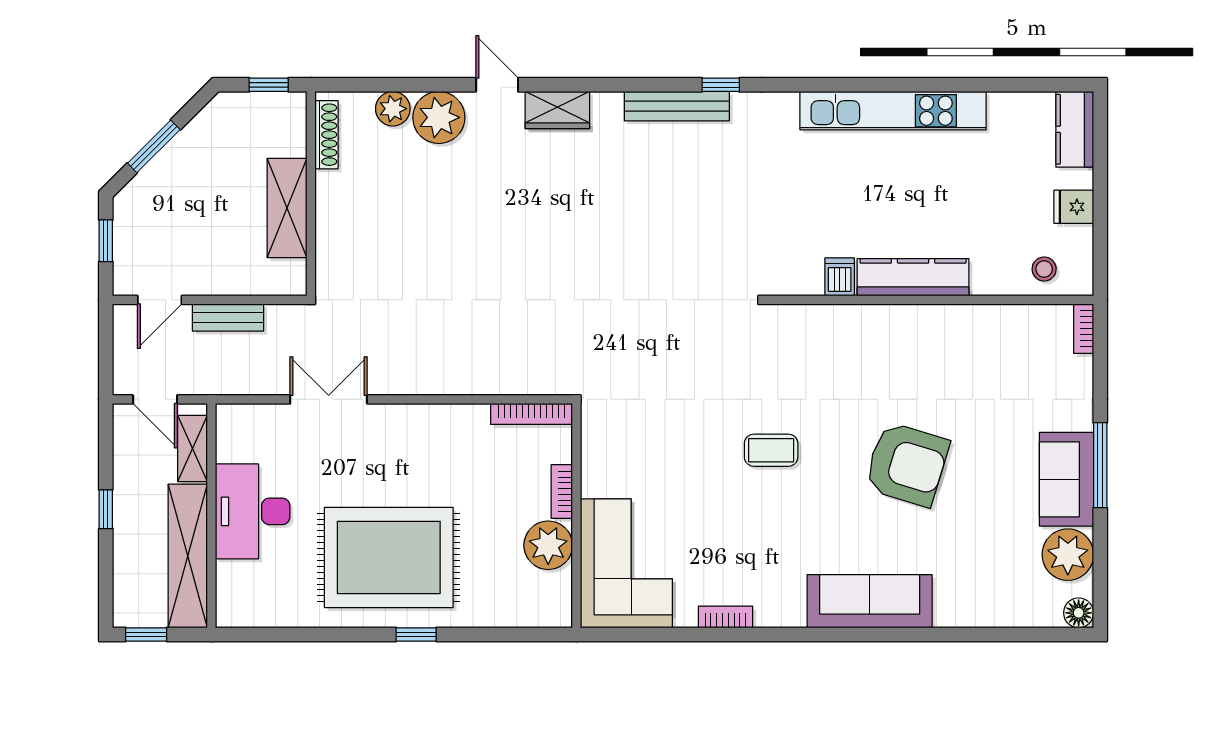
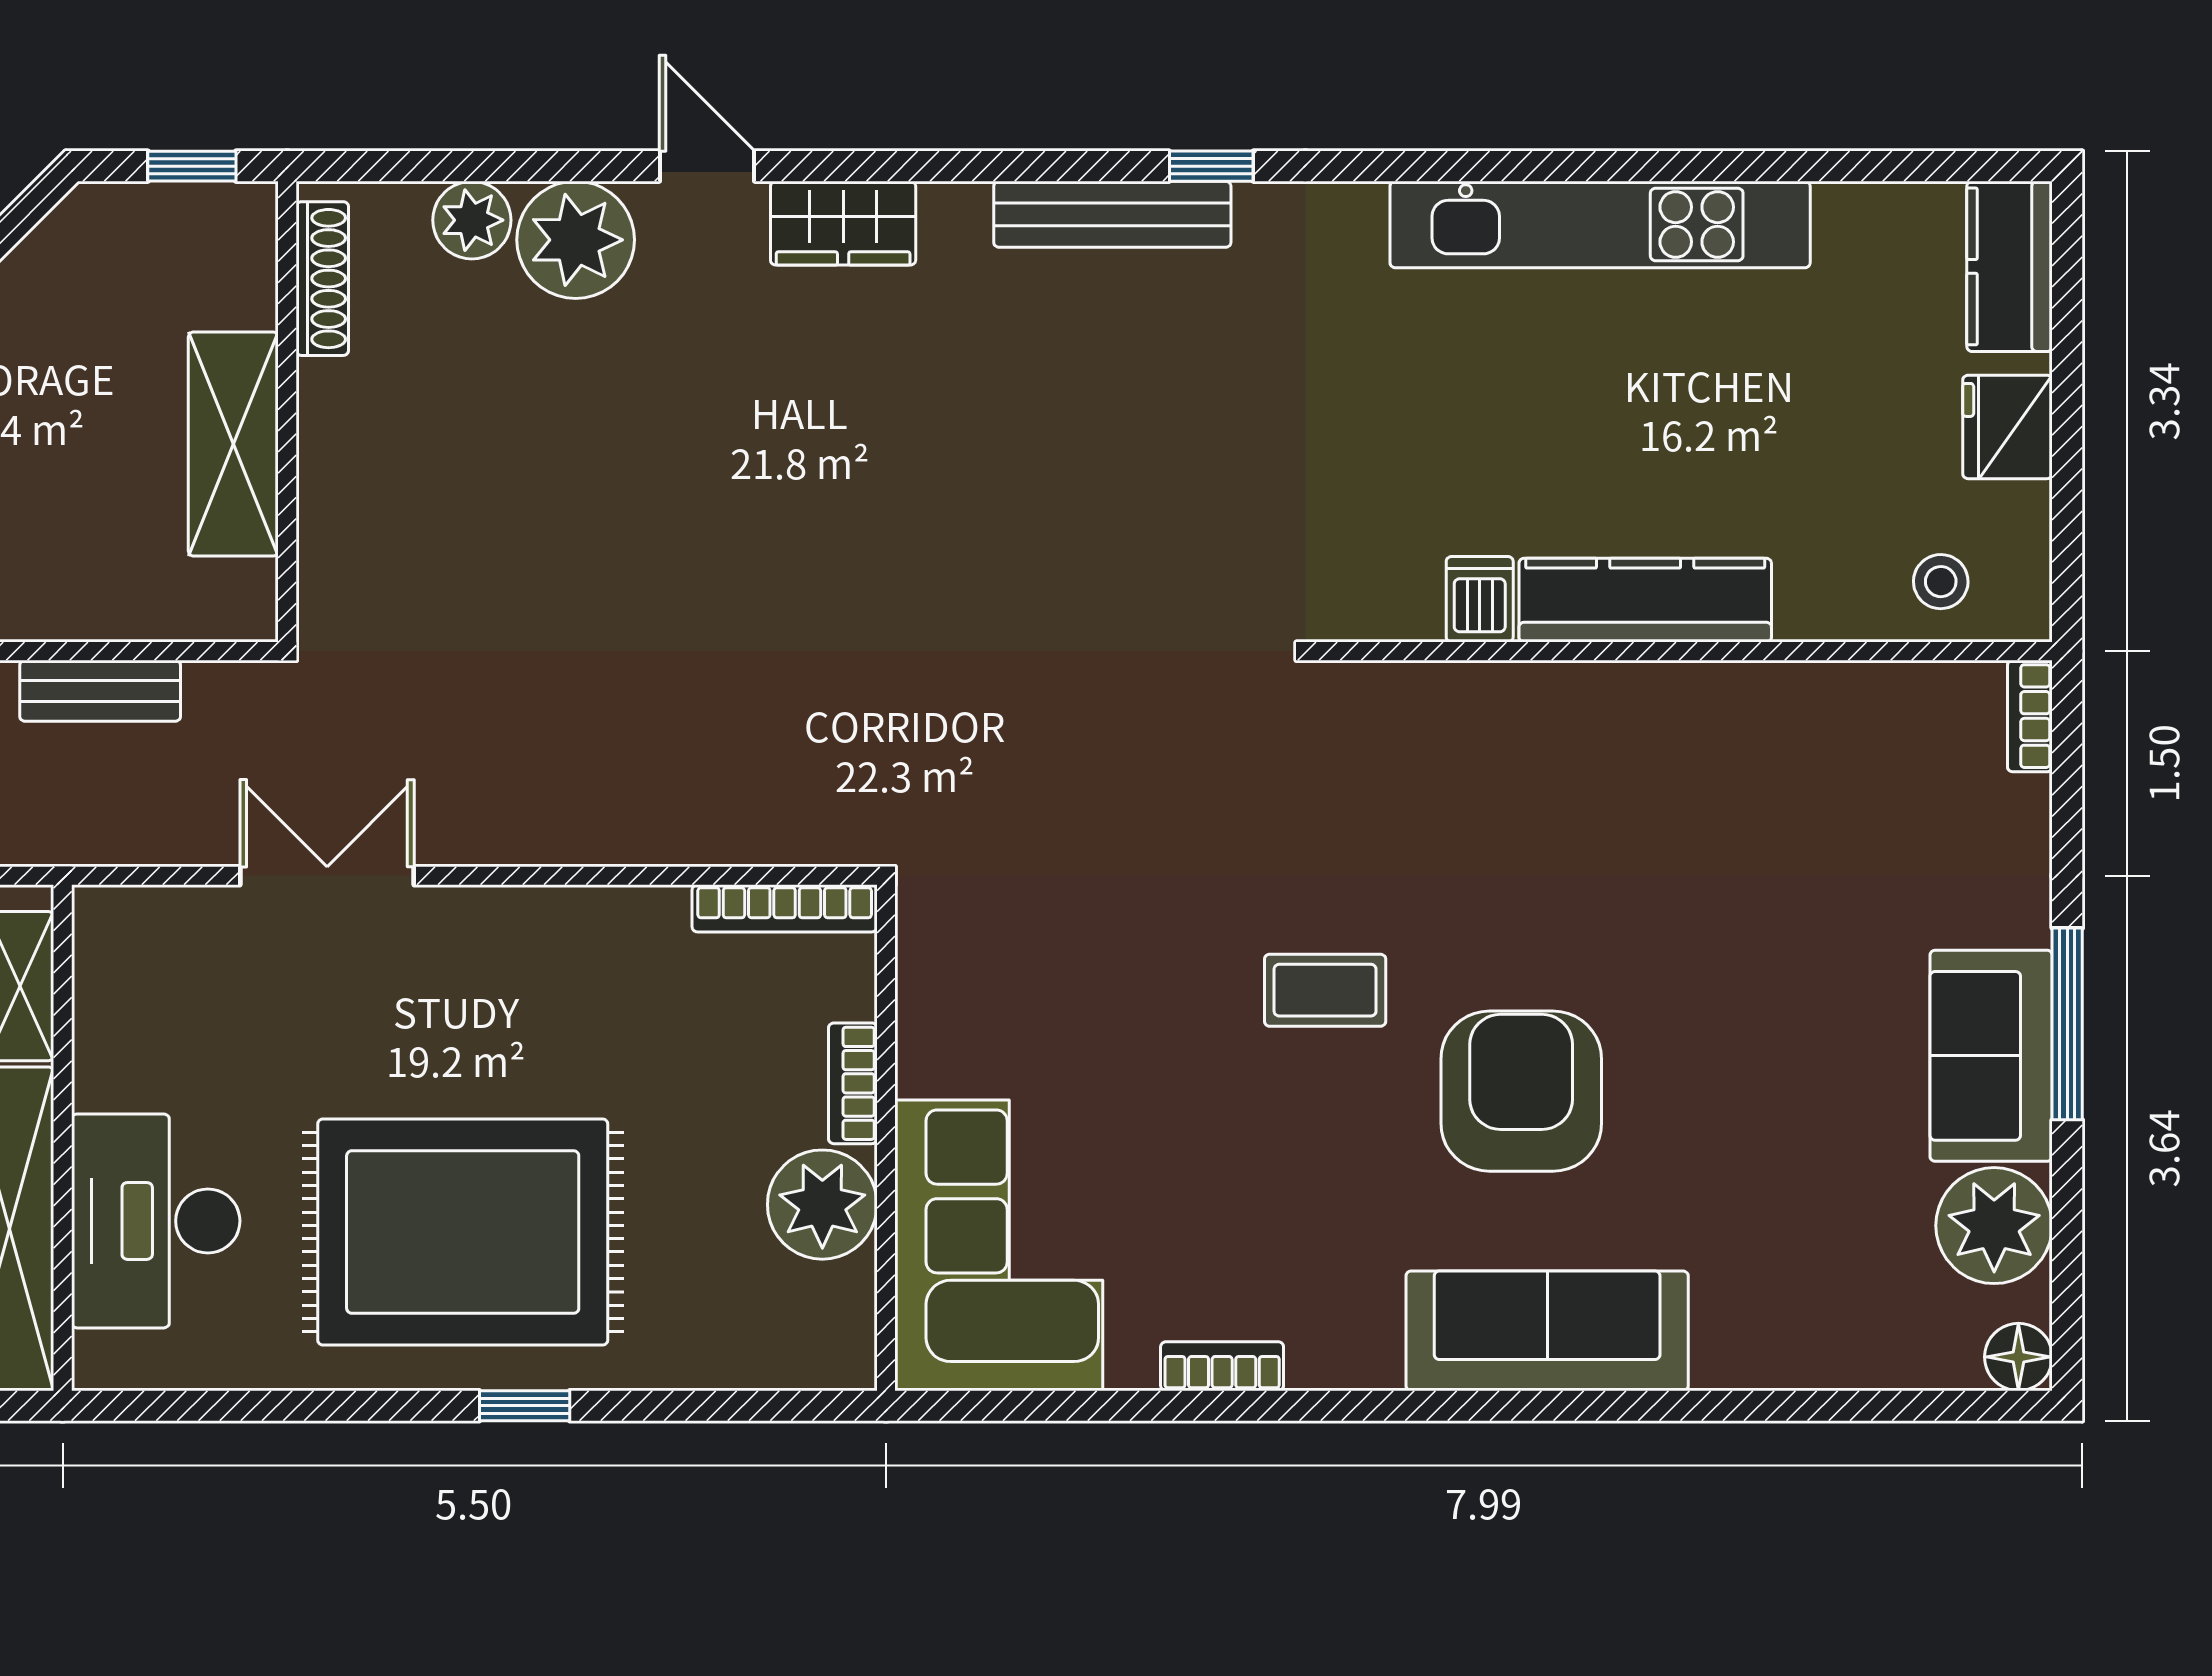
fridge: (1074, 207) -> (2008, 427), width x1.38
armchair: (907, 464) -> (1521, 1091), moved, turned -107
desk: (253, 511) -> (156, 1221), moved

